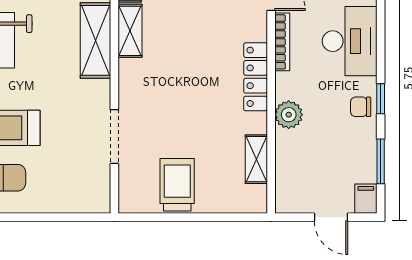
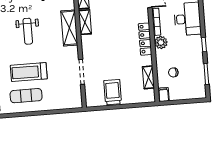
chair: (361, 107) -> (173, 72), moved
plant: (289, 115) -> (161, 42), moved
filing cabinet: (366, 199) -> (164, 95), moved
door: (331, 217) -> (185, 102), removed

